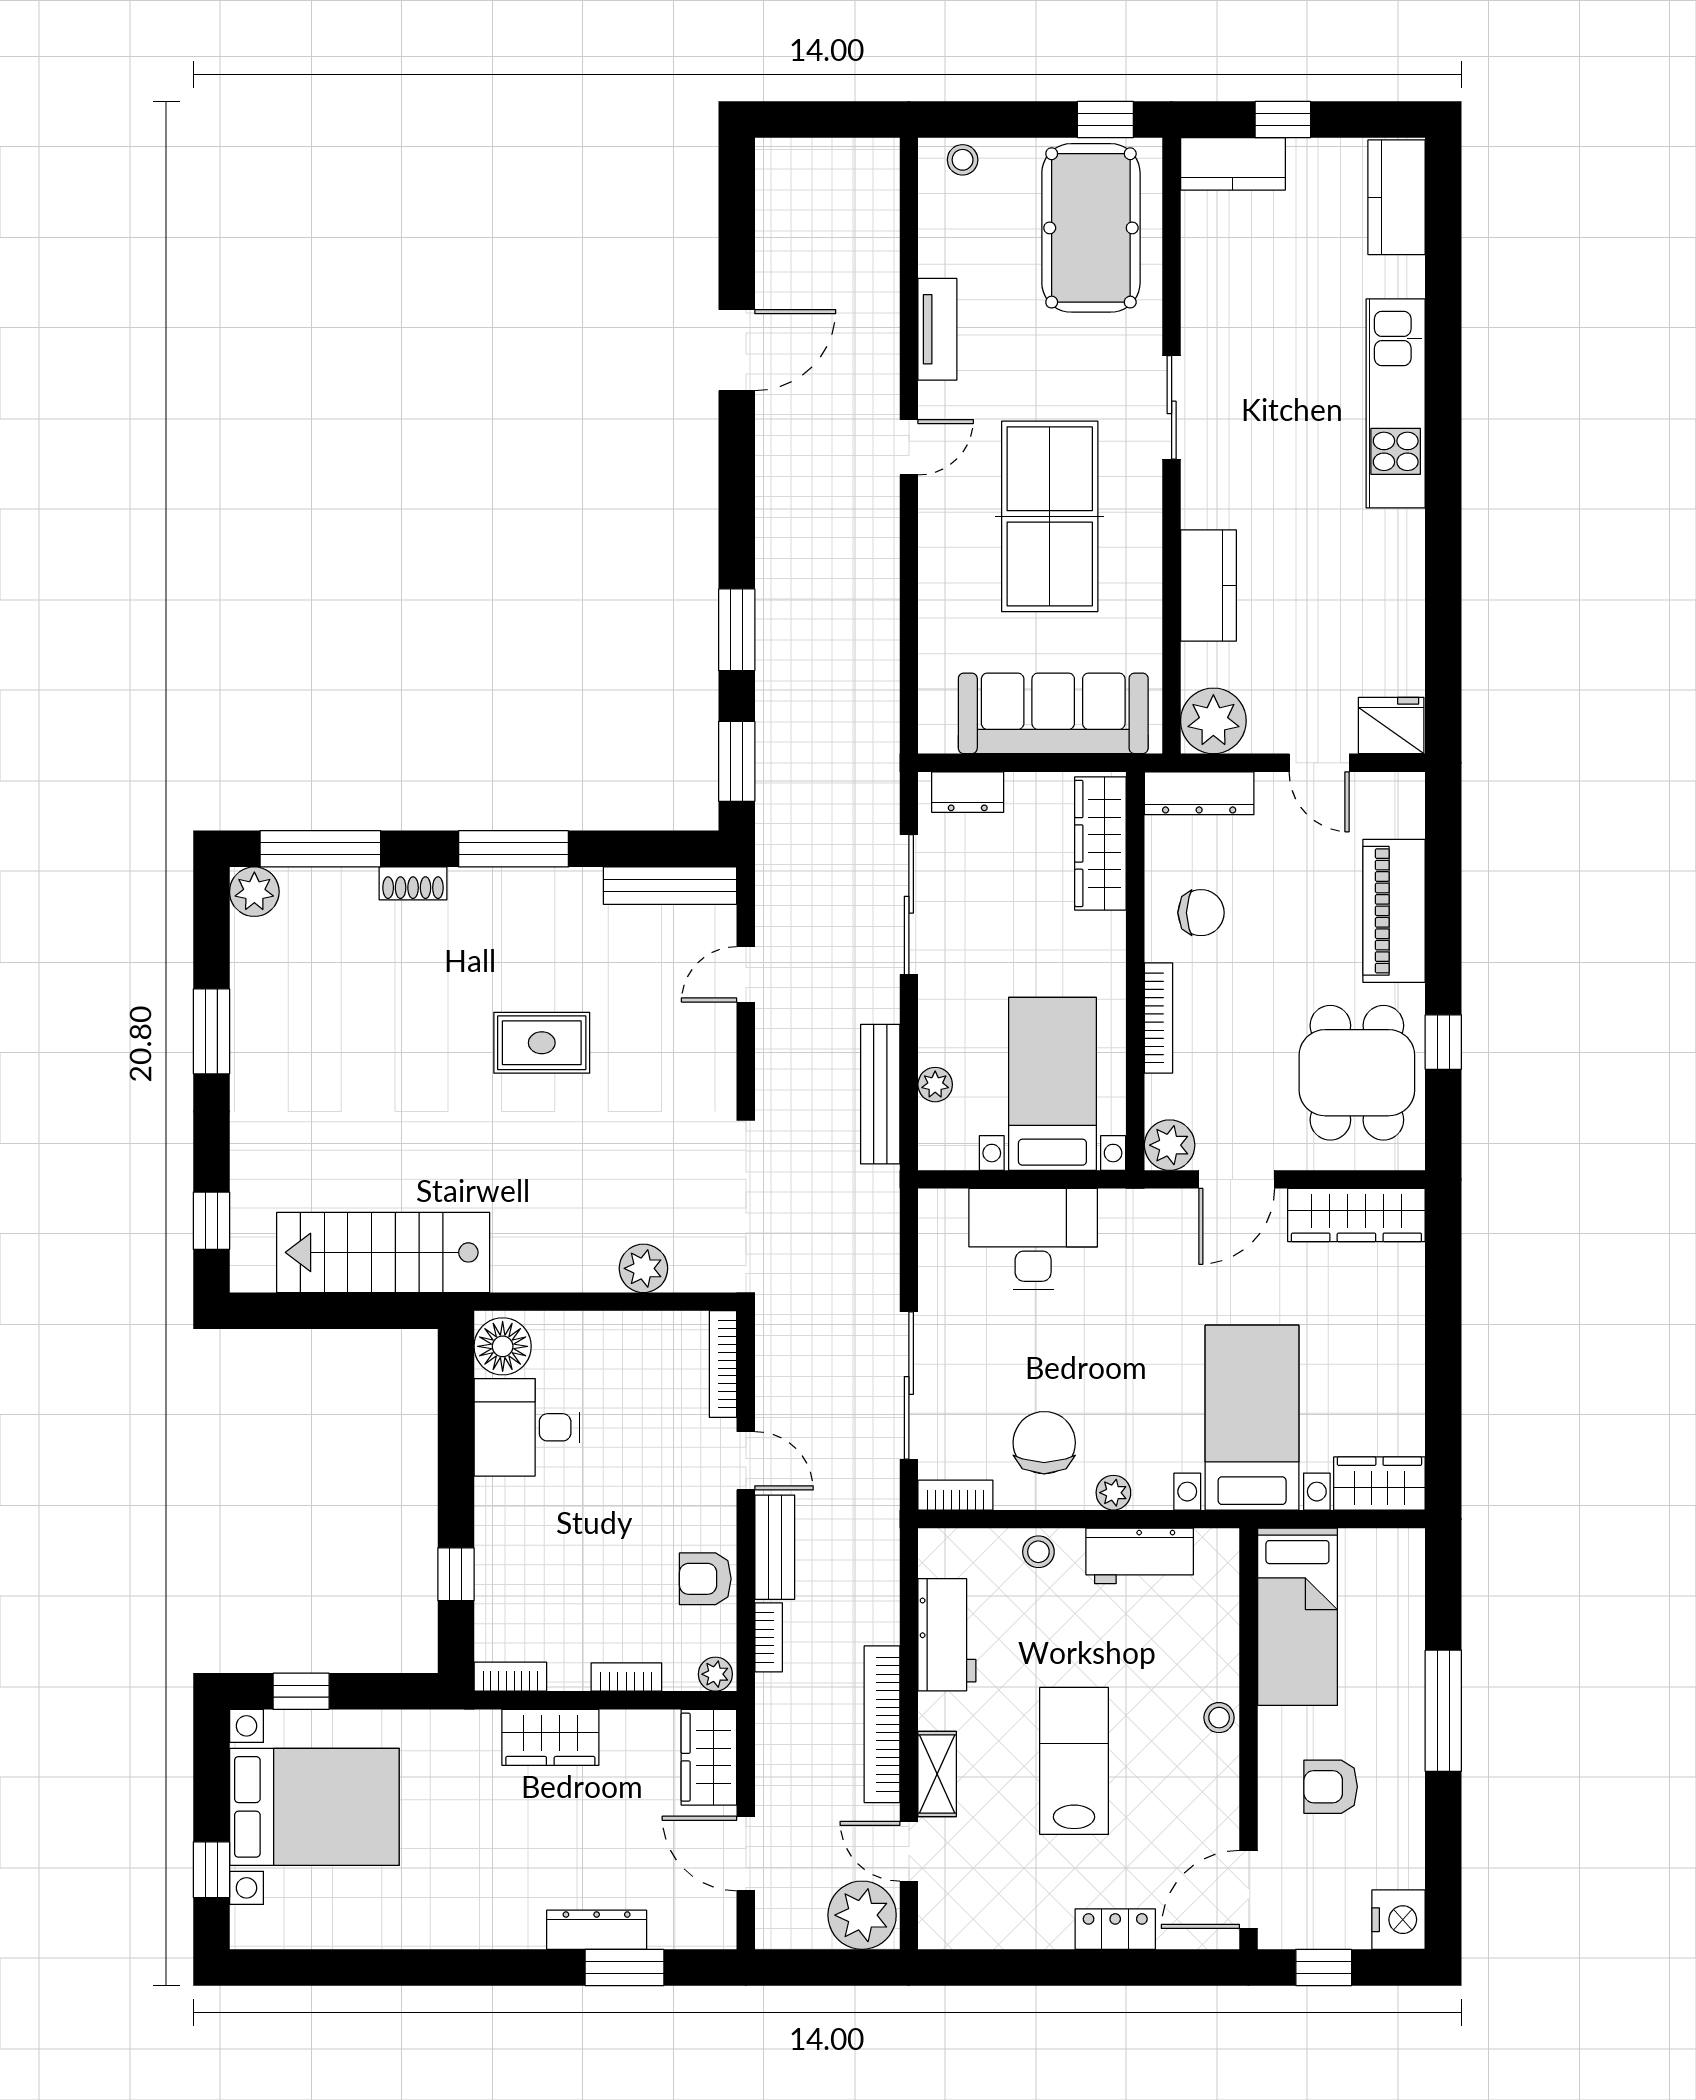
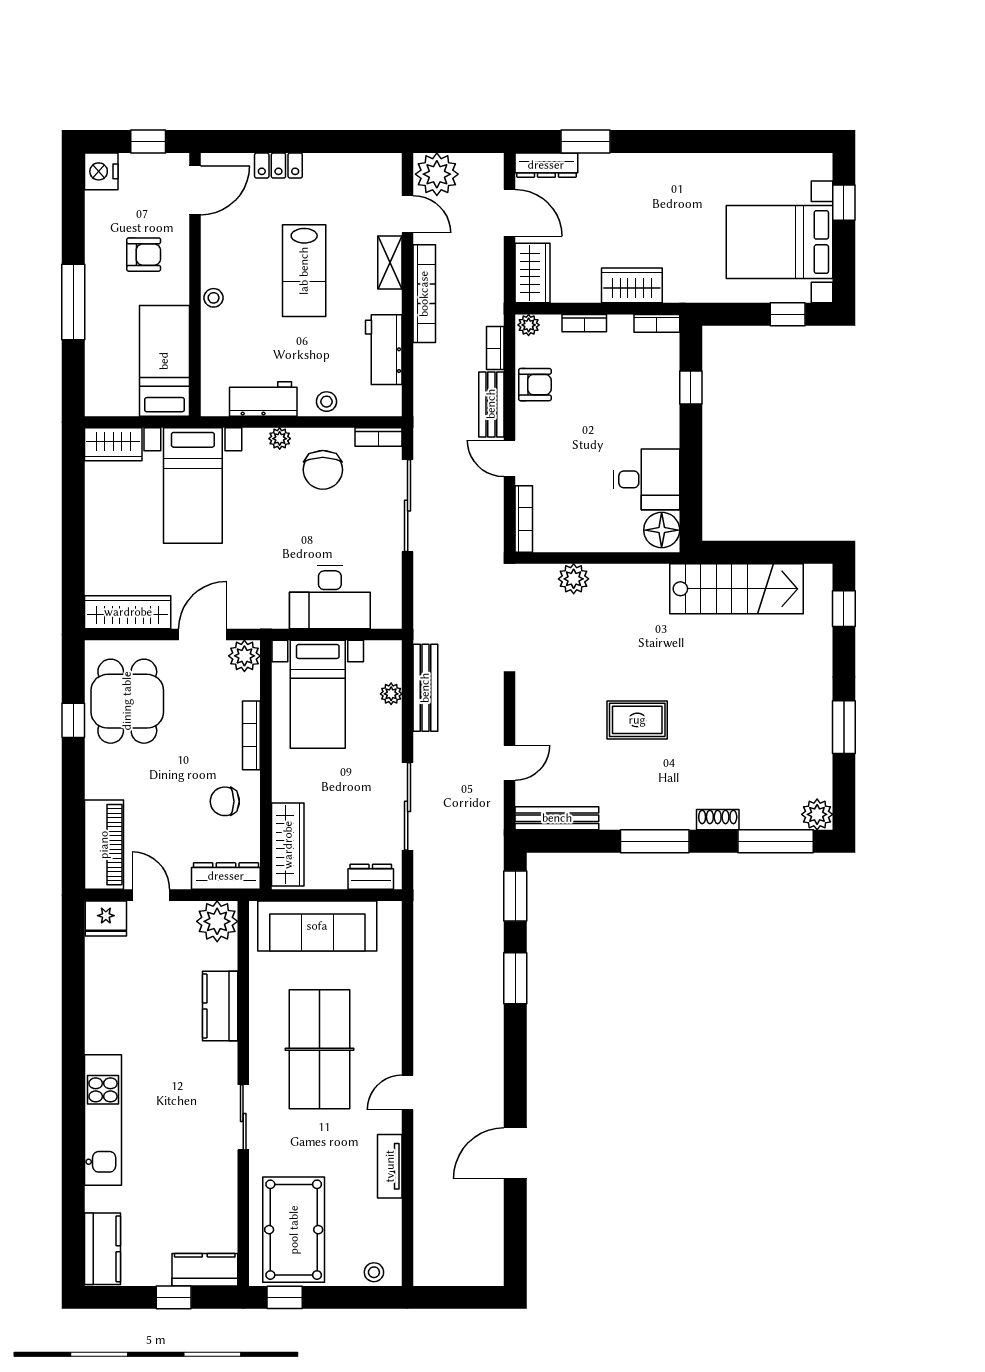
piano: (1394, 911) -> (104, 845), moved
dresser: (597, 1930) -> (546, 165), moved

